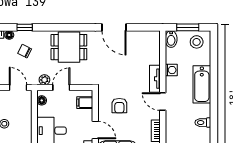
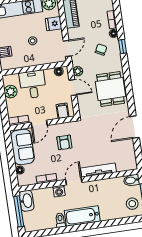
washing machine: (171, 70) -> (59, 191), moved
tv unit: (155, 79) -> (98, 170), width x1.41
bathtub: (202, 84) -> (82, 216), moved
armchair: (119, 106) -> (64, 142), turned -90

